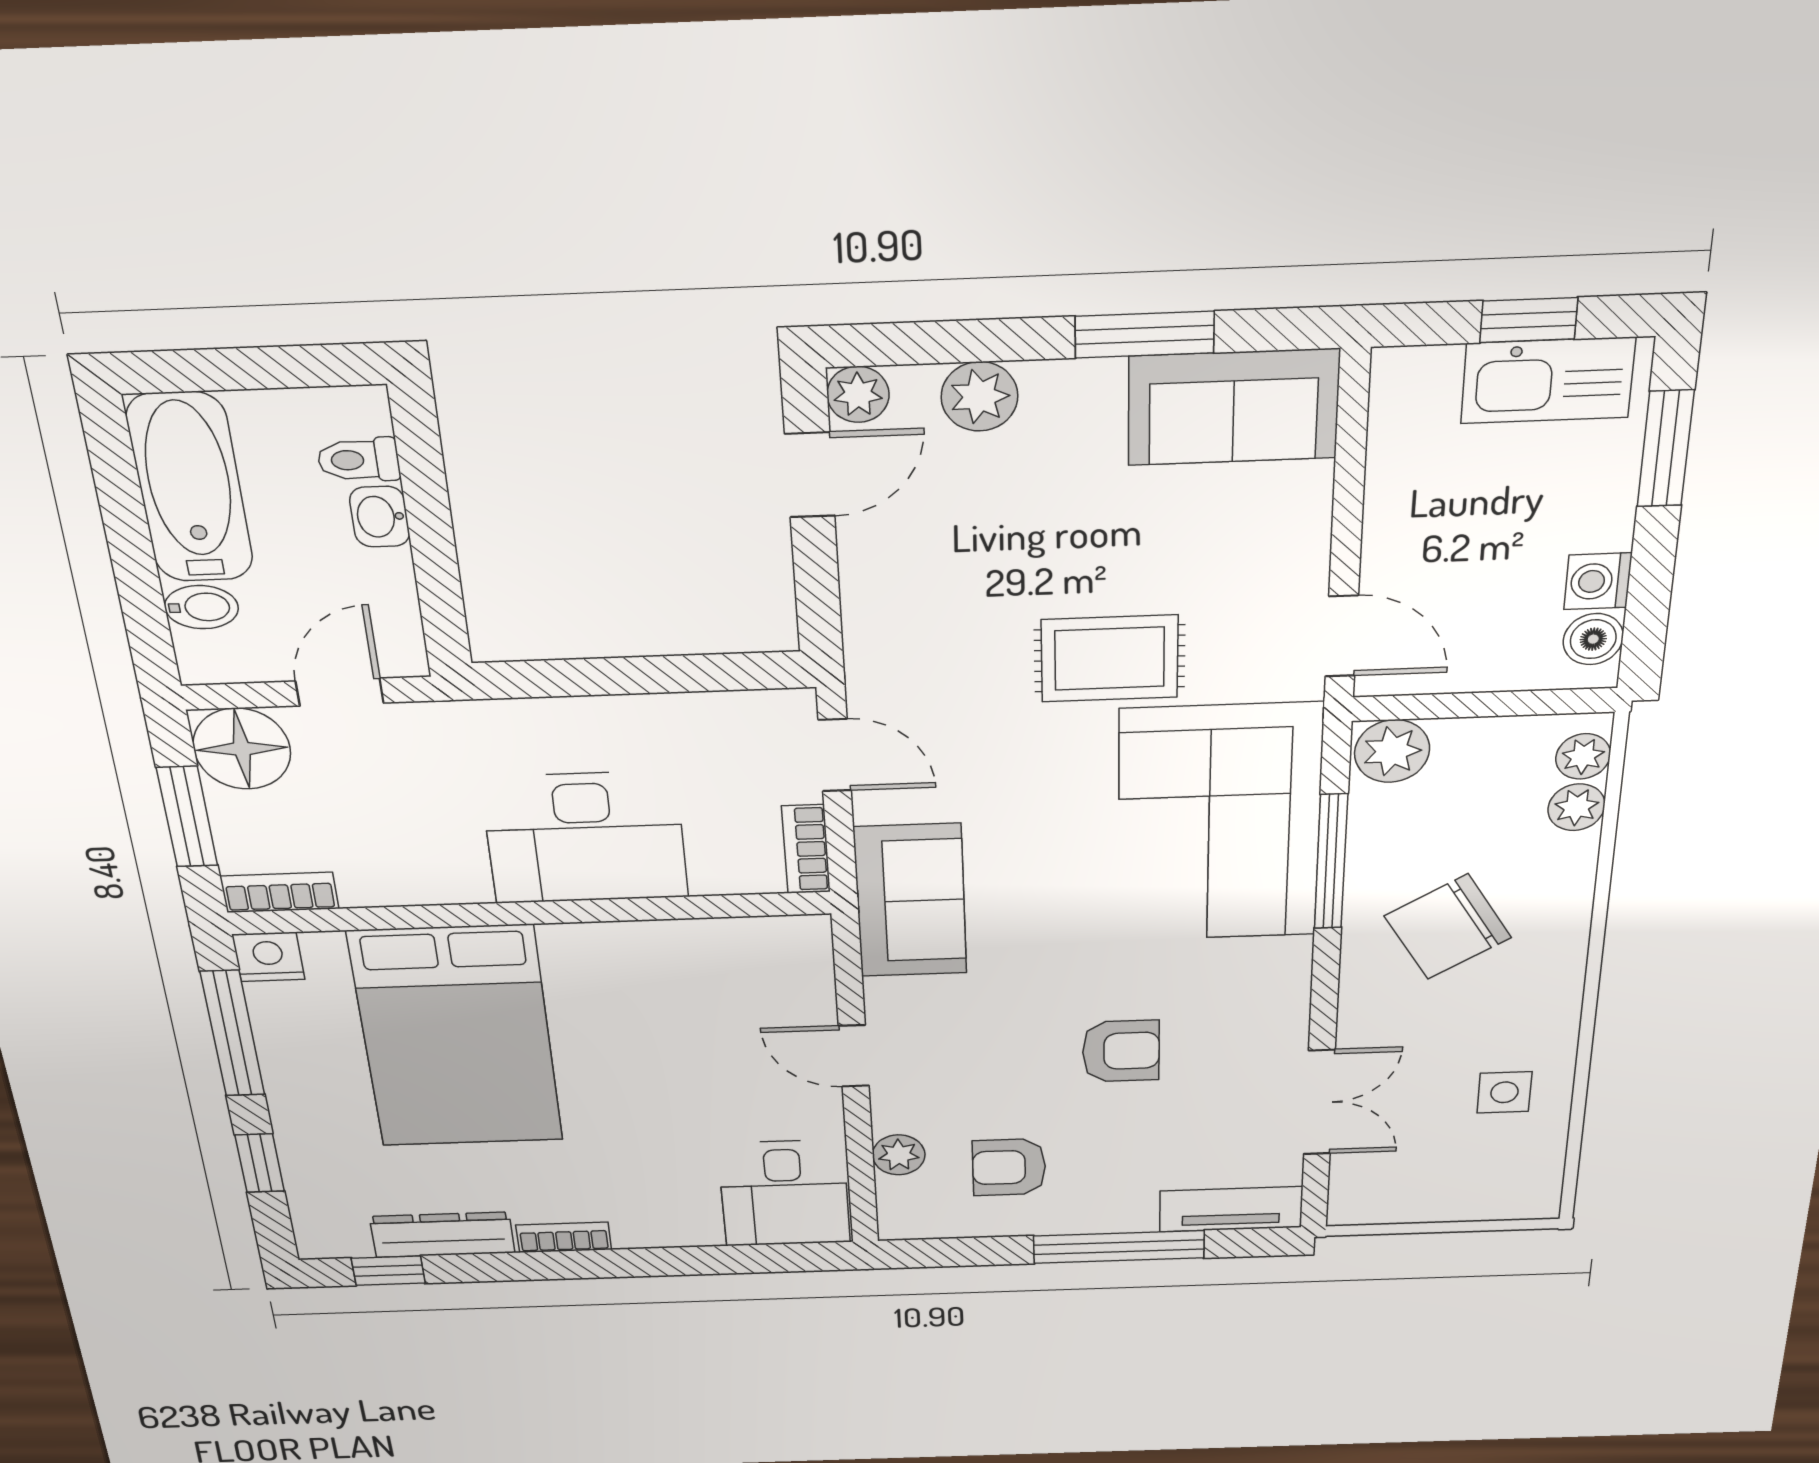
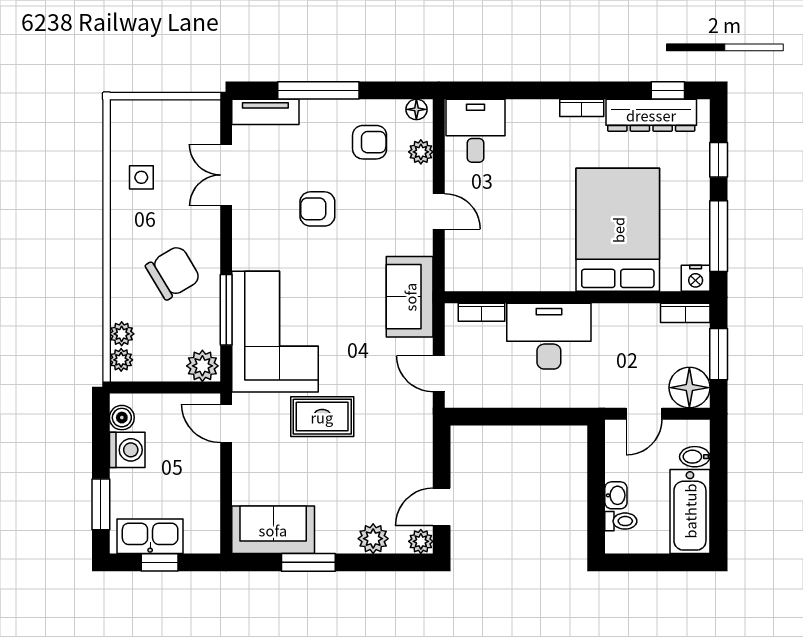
washing machine: (1598, 581) -> (127, 450), width x1.38, depth x1.38
bookcase: (806, 849) -> (481, 312), moved, turned 90
floor lamp: (912, 1223) -> (416, 109), added
dresser: (442, 1235) -> (651, 115), width x1.37, depth x1.24

